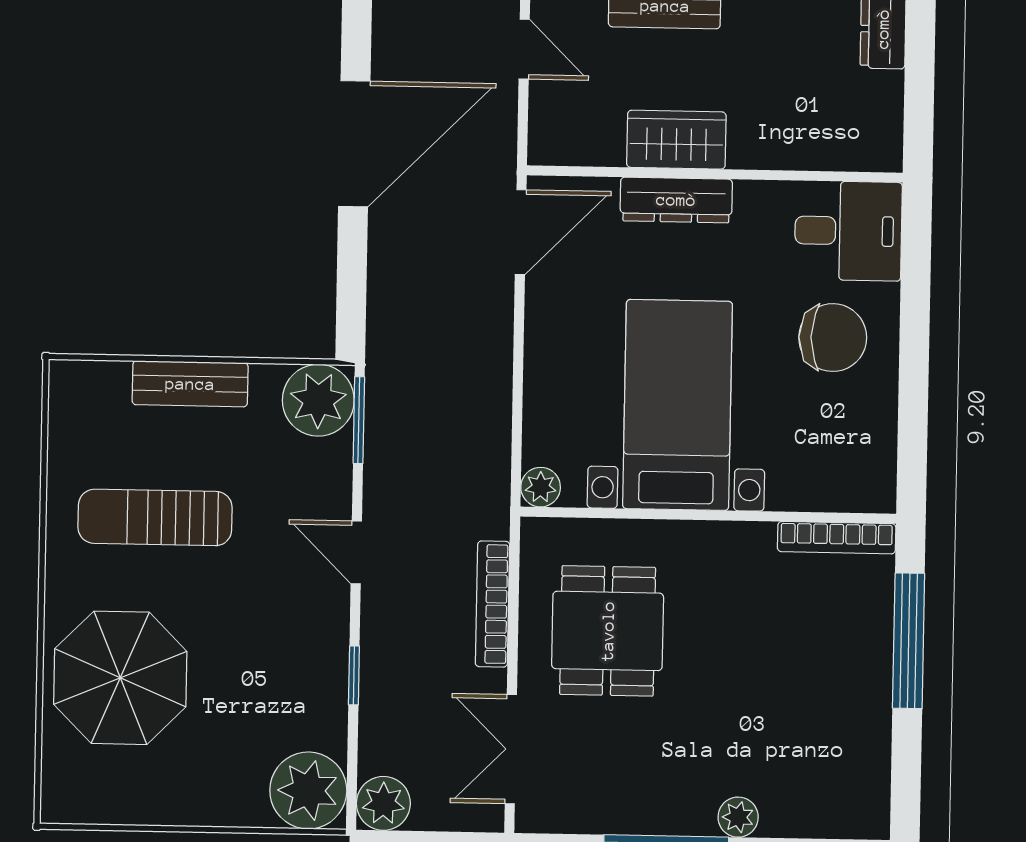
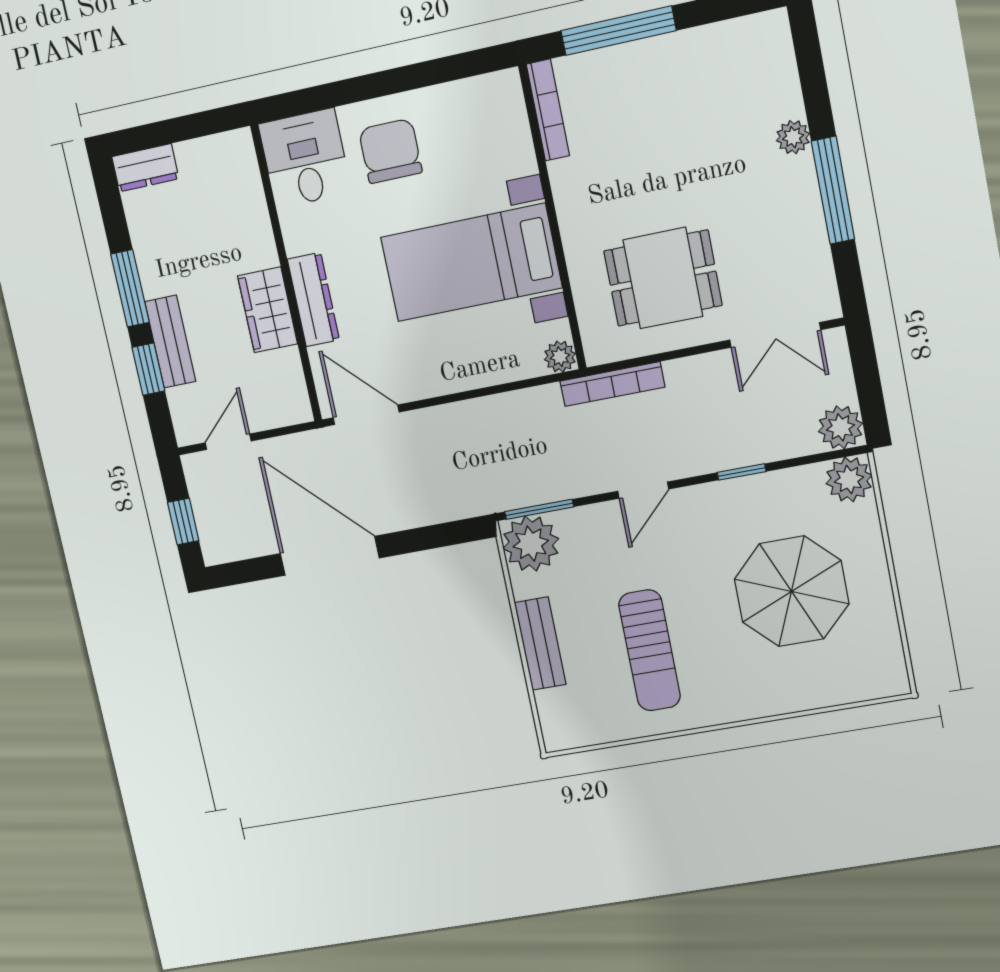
bookcase: (493, 604) -> (612, 384), moved
parasol: (120, 678) -> (792, 591), moved
plant: (308, 790) -> (849, 479), width x0.73, depth x0.73

